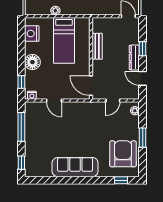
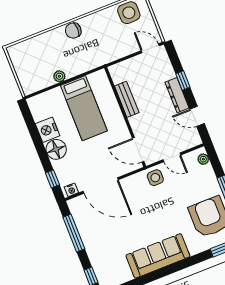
nightstand: (32, 34) -> (48, 130), moved
door: (54, 100) -> (101, 185), width x1.87
door: (113, 100) -> (172, 157), hinge flipped
side table: (95, 110) -> (155, 178), added

